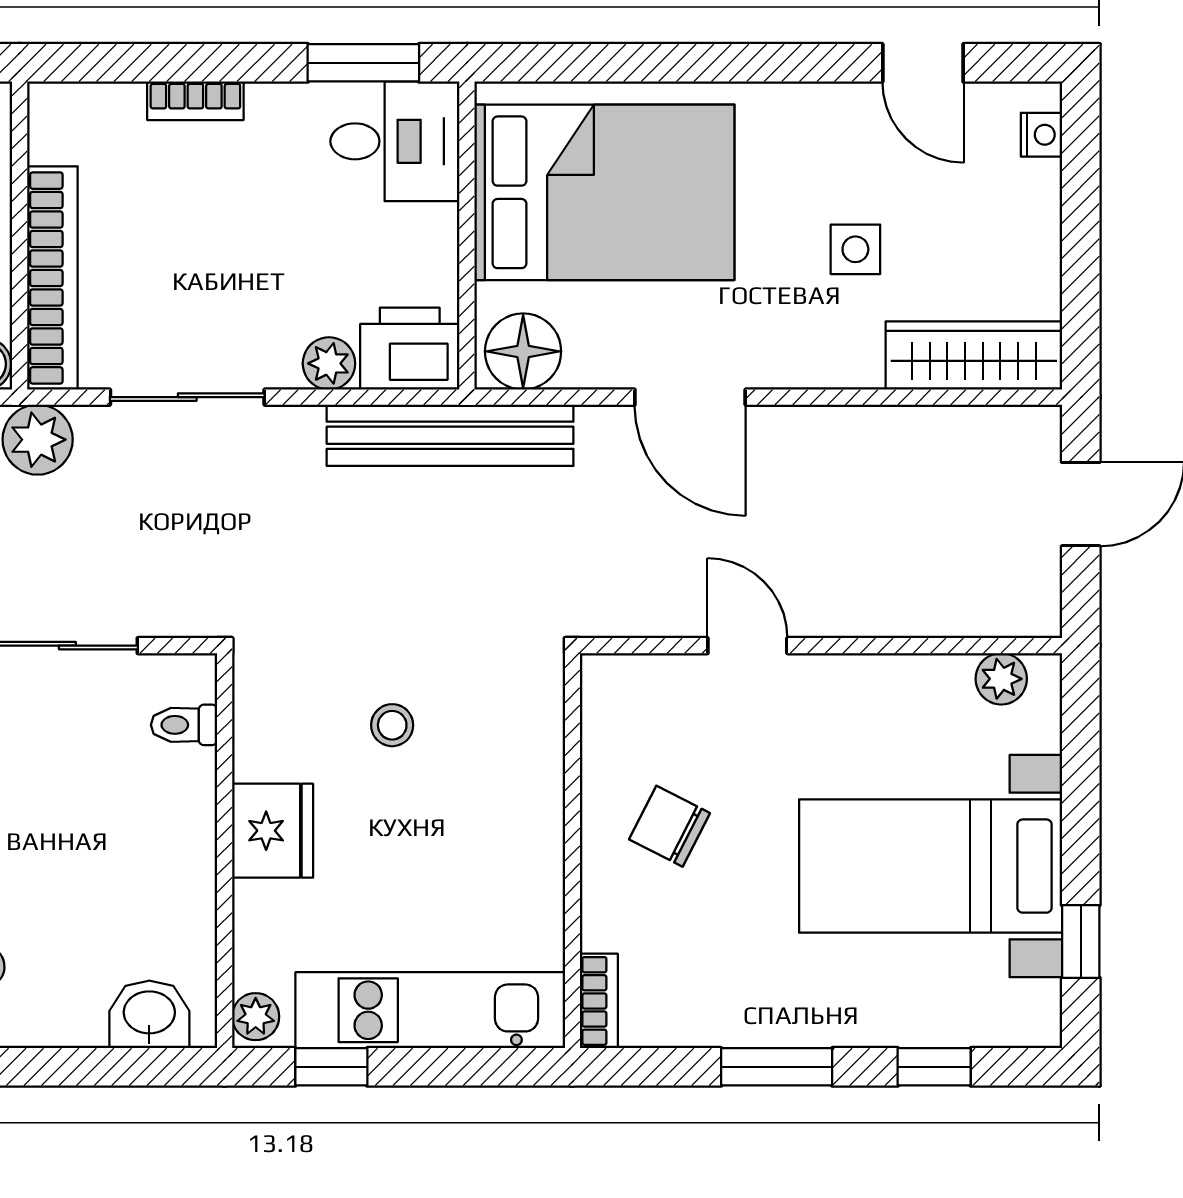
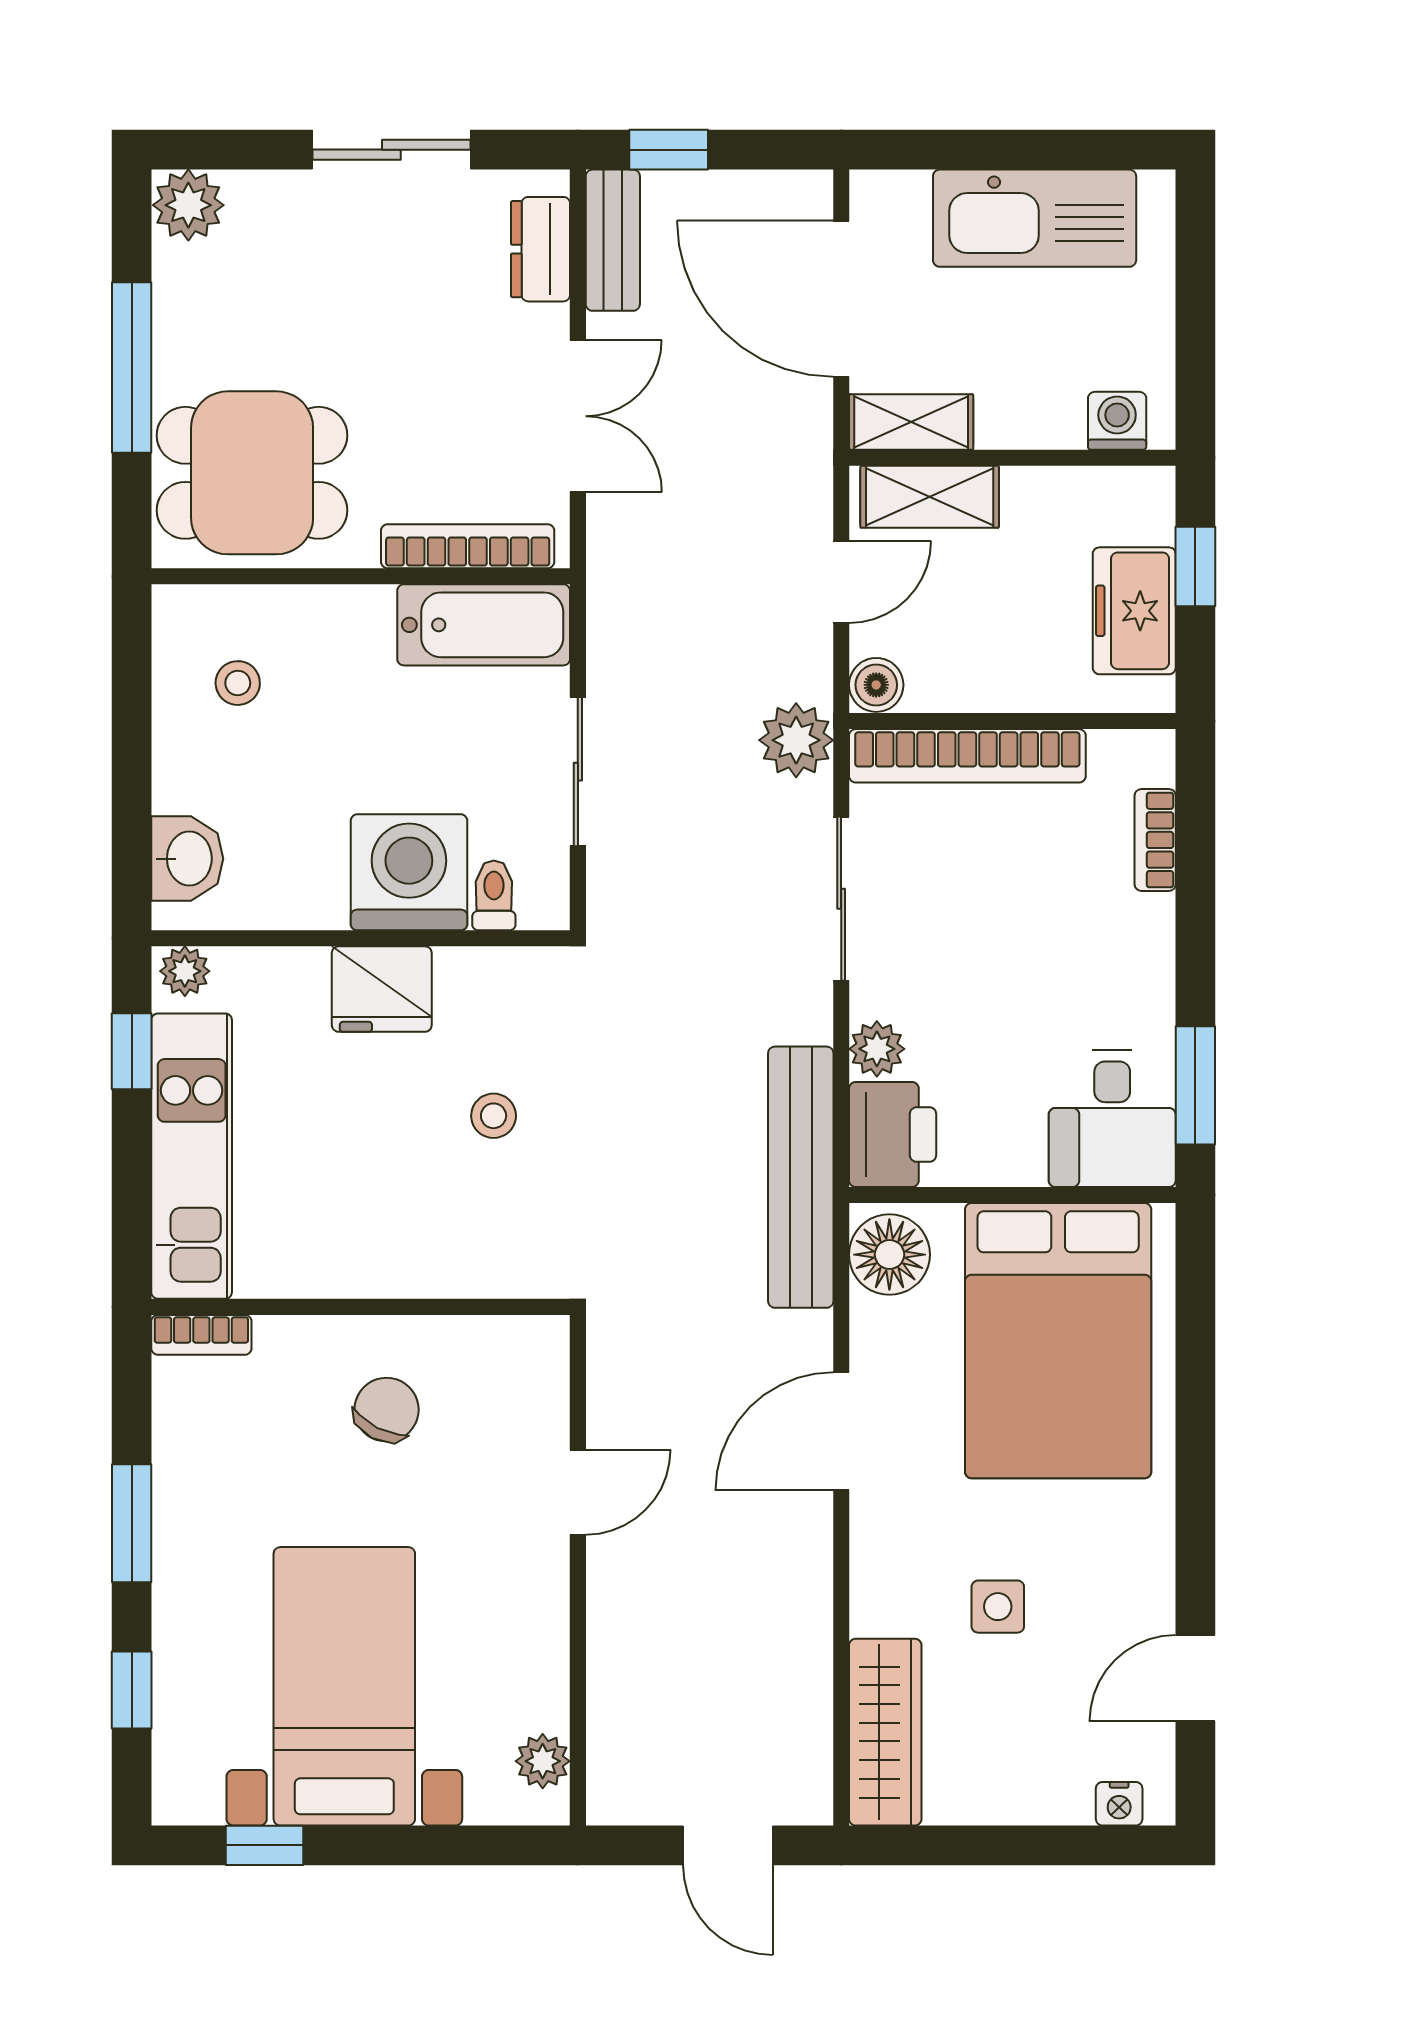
bookcase: (195, 101) -> (1155, 840), moved
washing machine: (162, 805) -> (409, 872), added

